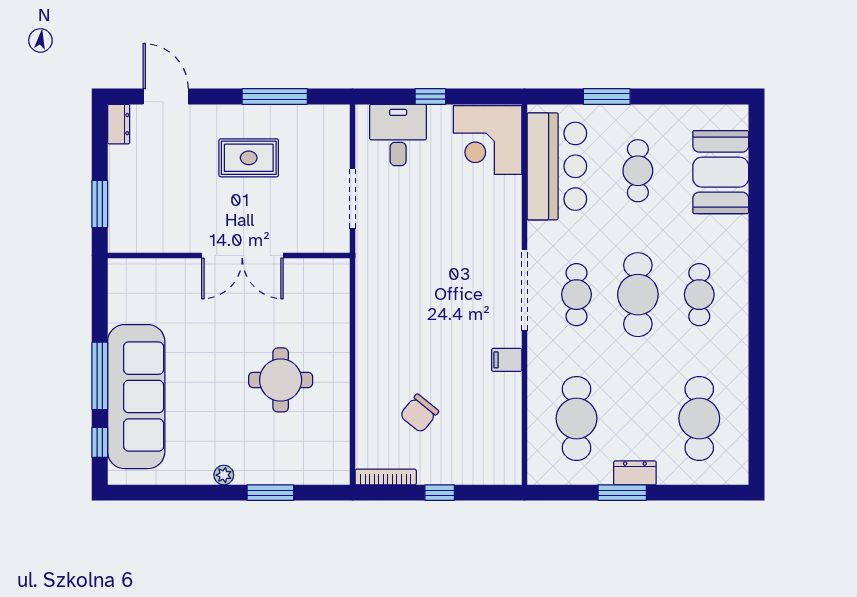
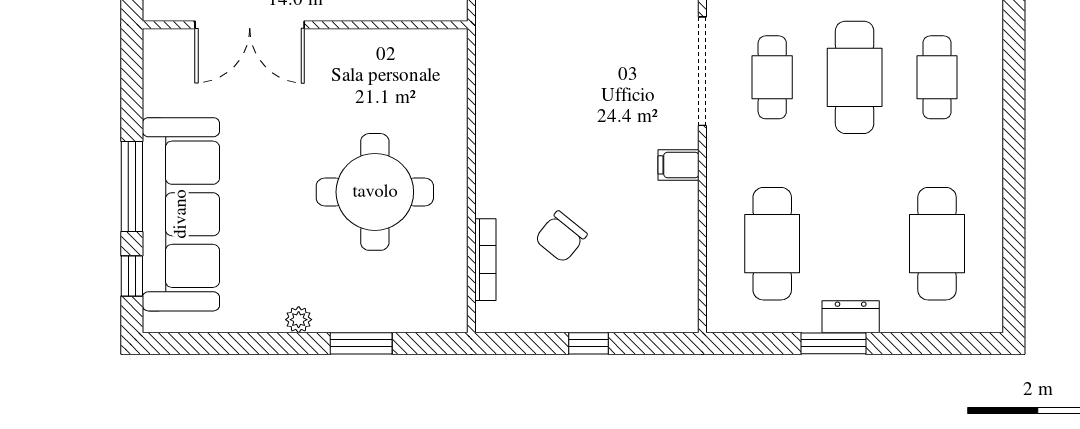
double door: (242, 256) -> (250, 25), moved
round table: (281, 380) -> (375, 192), width x1.36, depth x1.36
bookcase: (386, 477) -> (485, 260), moved, turned 90

